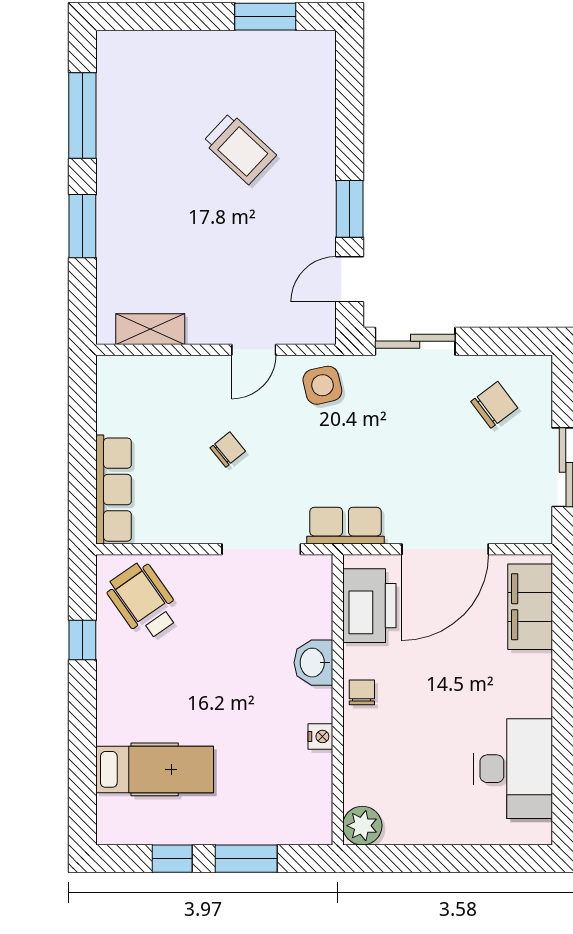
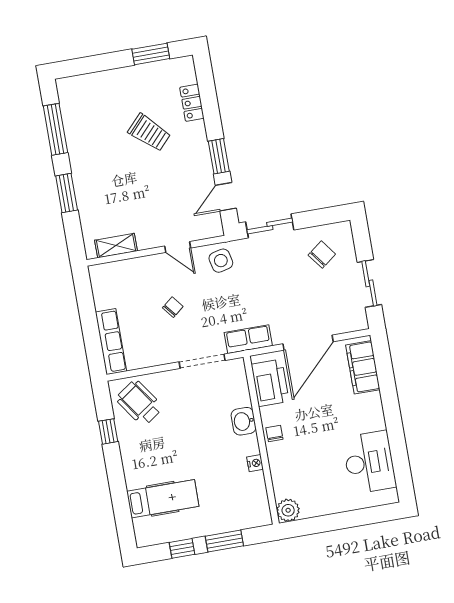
locker: (320, 111) -> (192, 103), added
door: (254, 350) -> (178, 247), hinge flipped

